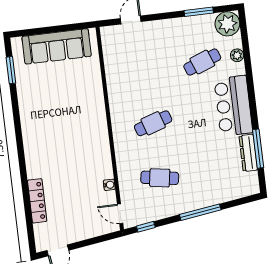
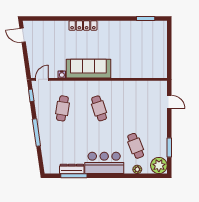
sofa: (57, 46) -> (88, 69), moved, turned 90
locker: (37, 201) -> (83, 25), moved

